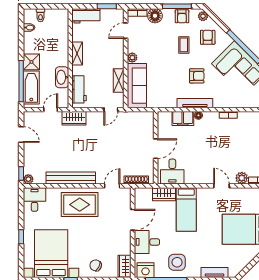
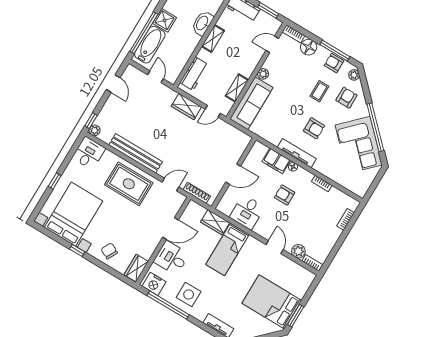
armchair: (182, 16) -> (334, 63), turned 90
washbasin: (62, 77) -> (202, 23), moved
door: (51, 110) -> (155, 77), hinge flipped
wardrobe: (74, 118) -> (186, 106), moved
armchair: (205, 141) -> (285, 195), added
desk: (172, 172) -> (247, 212), moved

